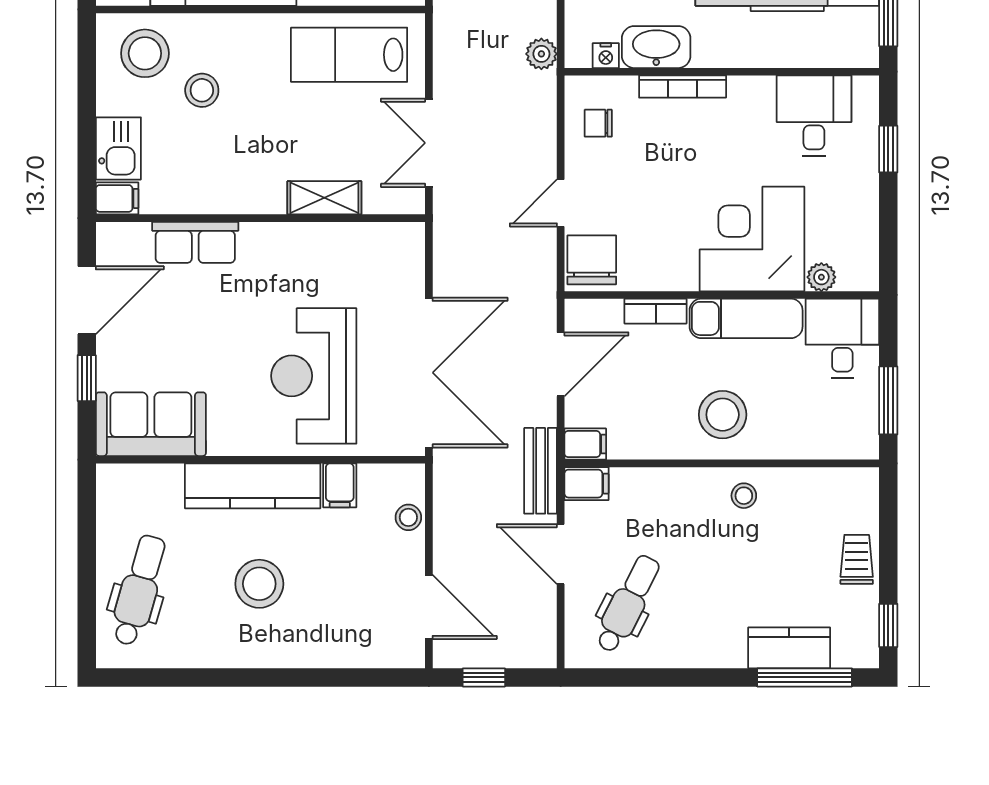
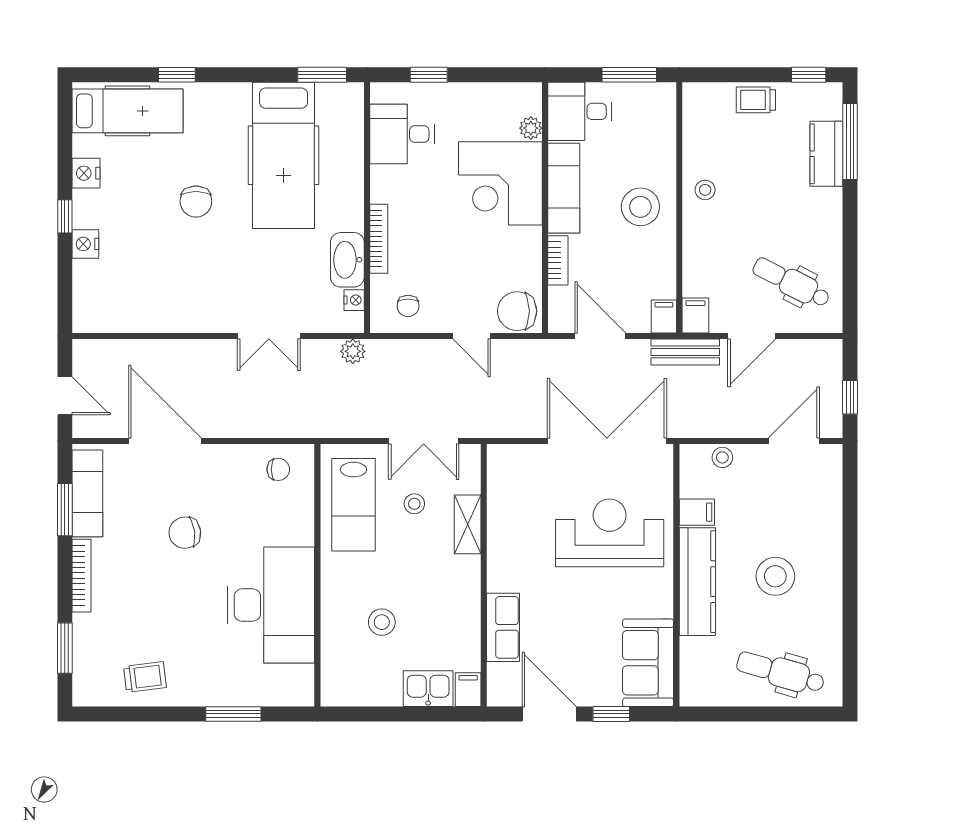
stool: (145, 53) -> (414, 504), moved, width x0.53, depth x0.53
reception desk: (314, 376) -> (610, 533), turned 180

